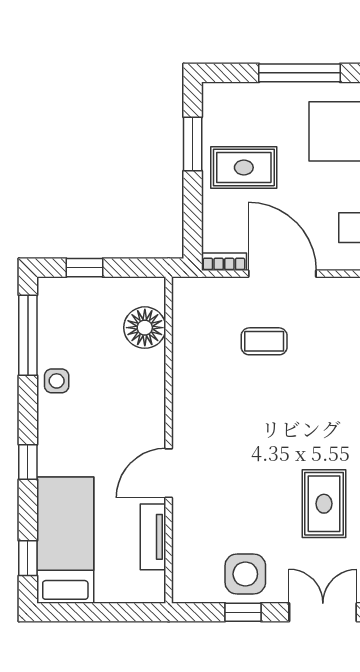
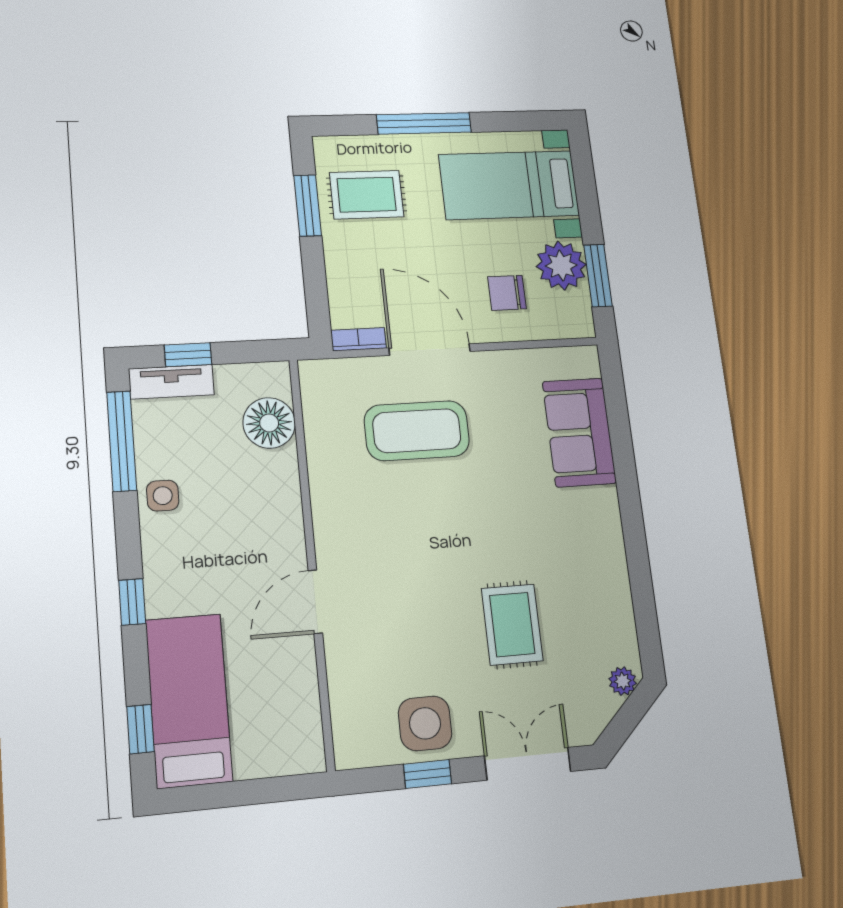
rug: (244, 167) -> (367, 195), moved
coffee table: (264, 341) -> (417, 431), width x1.86, depth x1.72
tv unit: (153, 537) -> (171, 382), moved, turned -90

